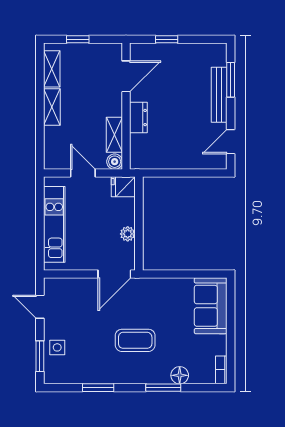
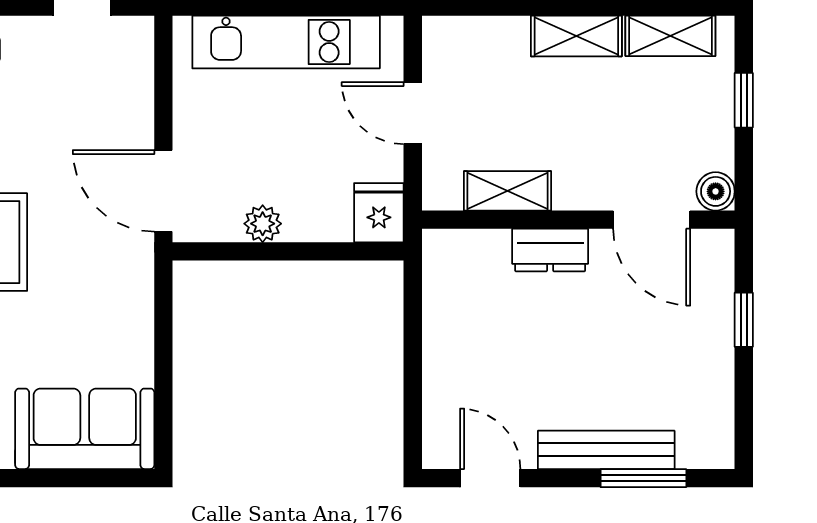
boiler: (115, 162) -> (716, 191), moved
door: (83, 173) -> (413, 113), swing flipped

